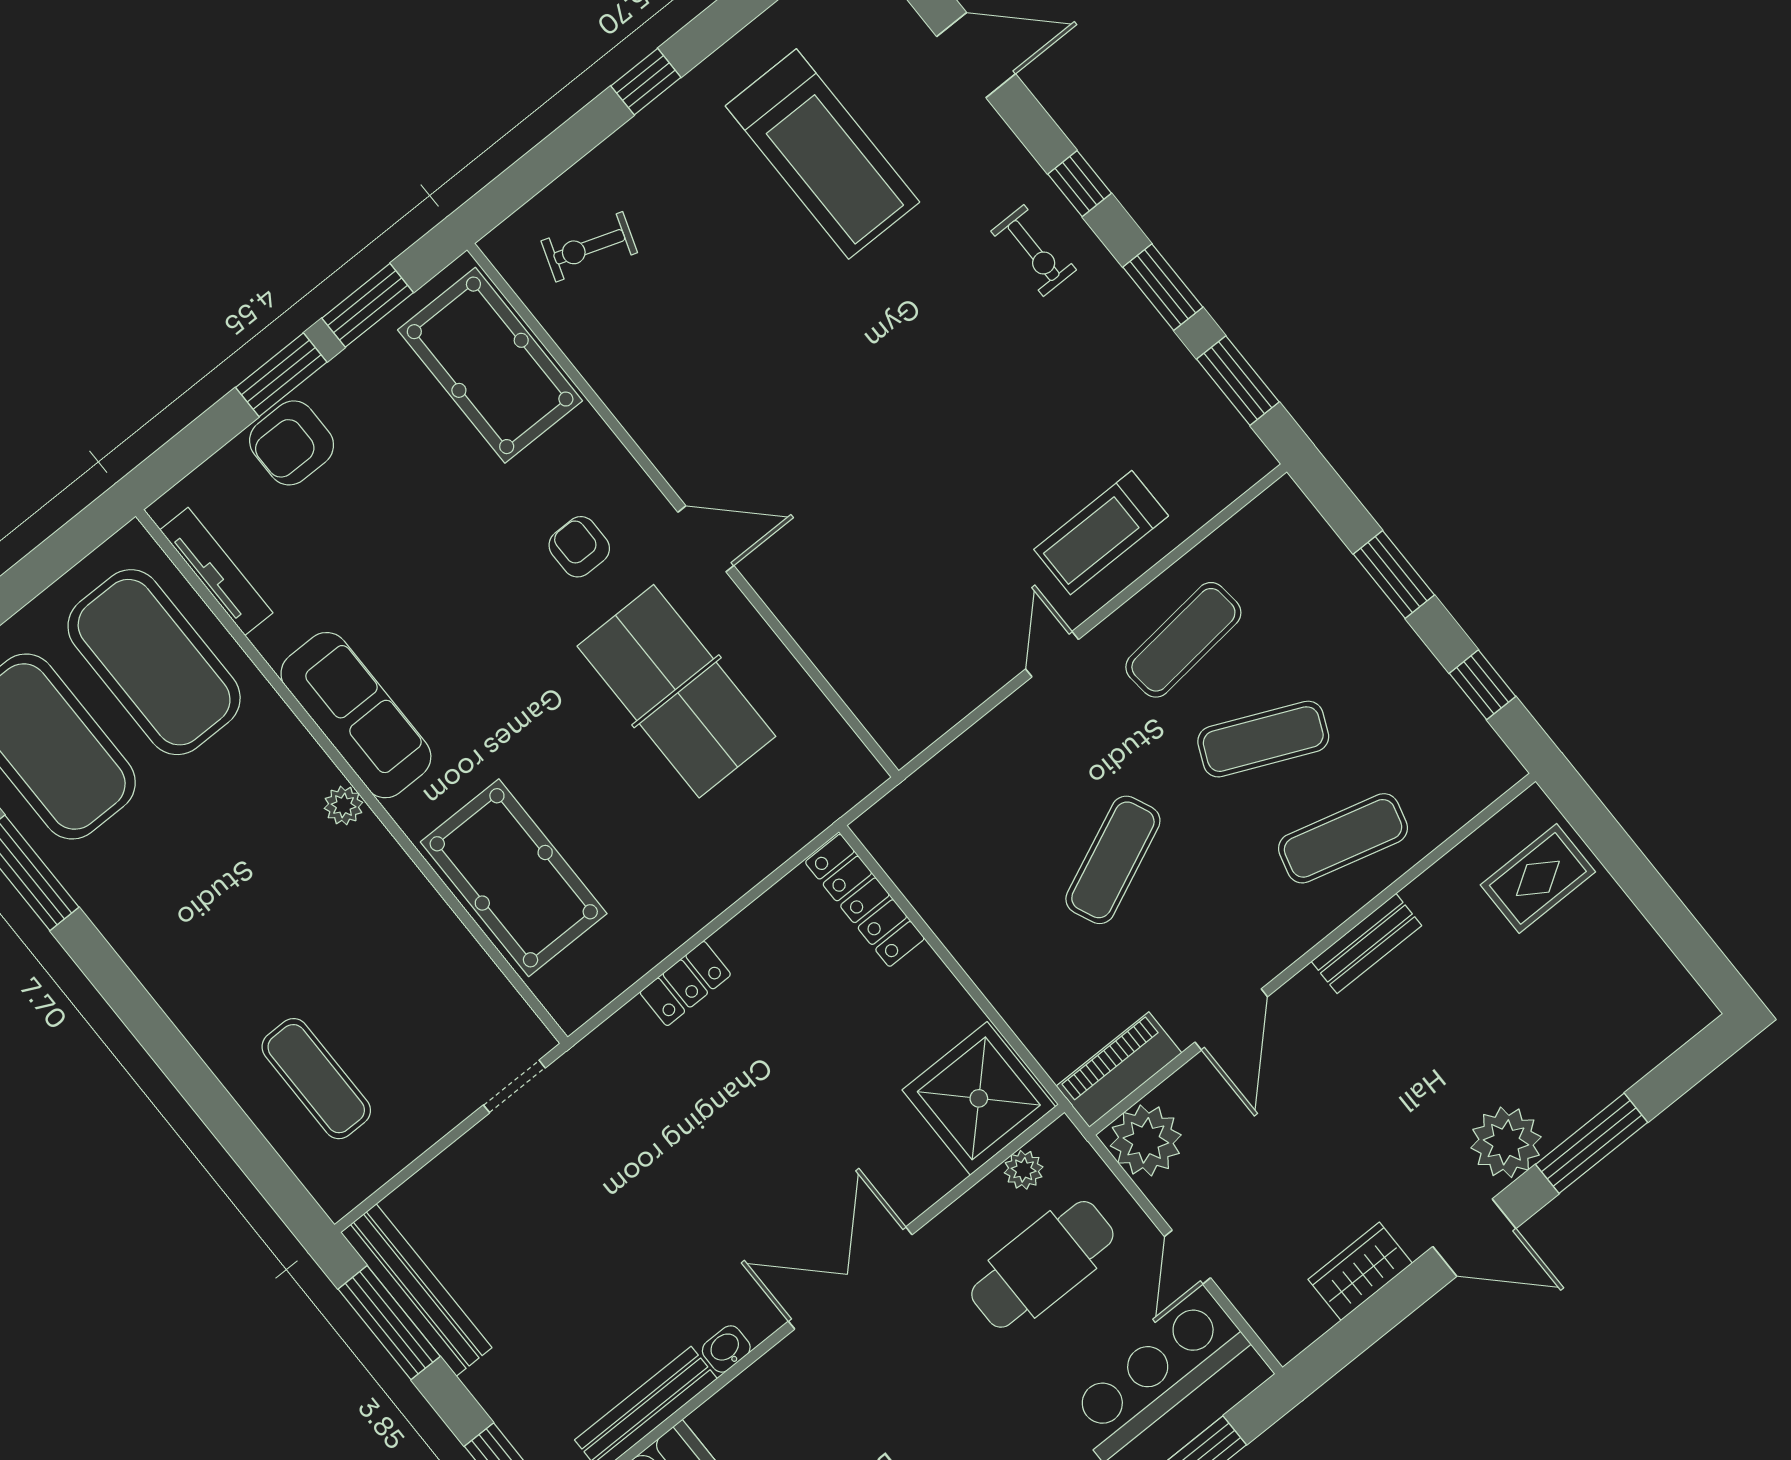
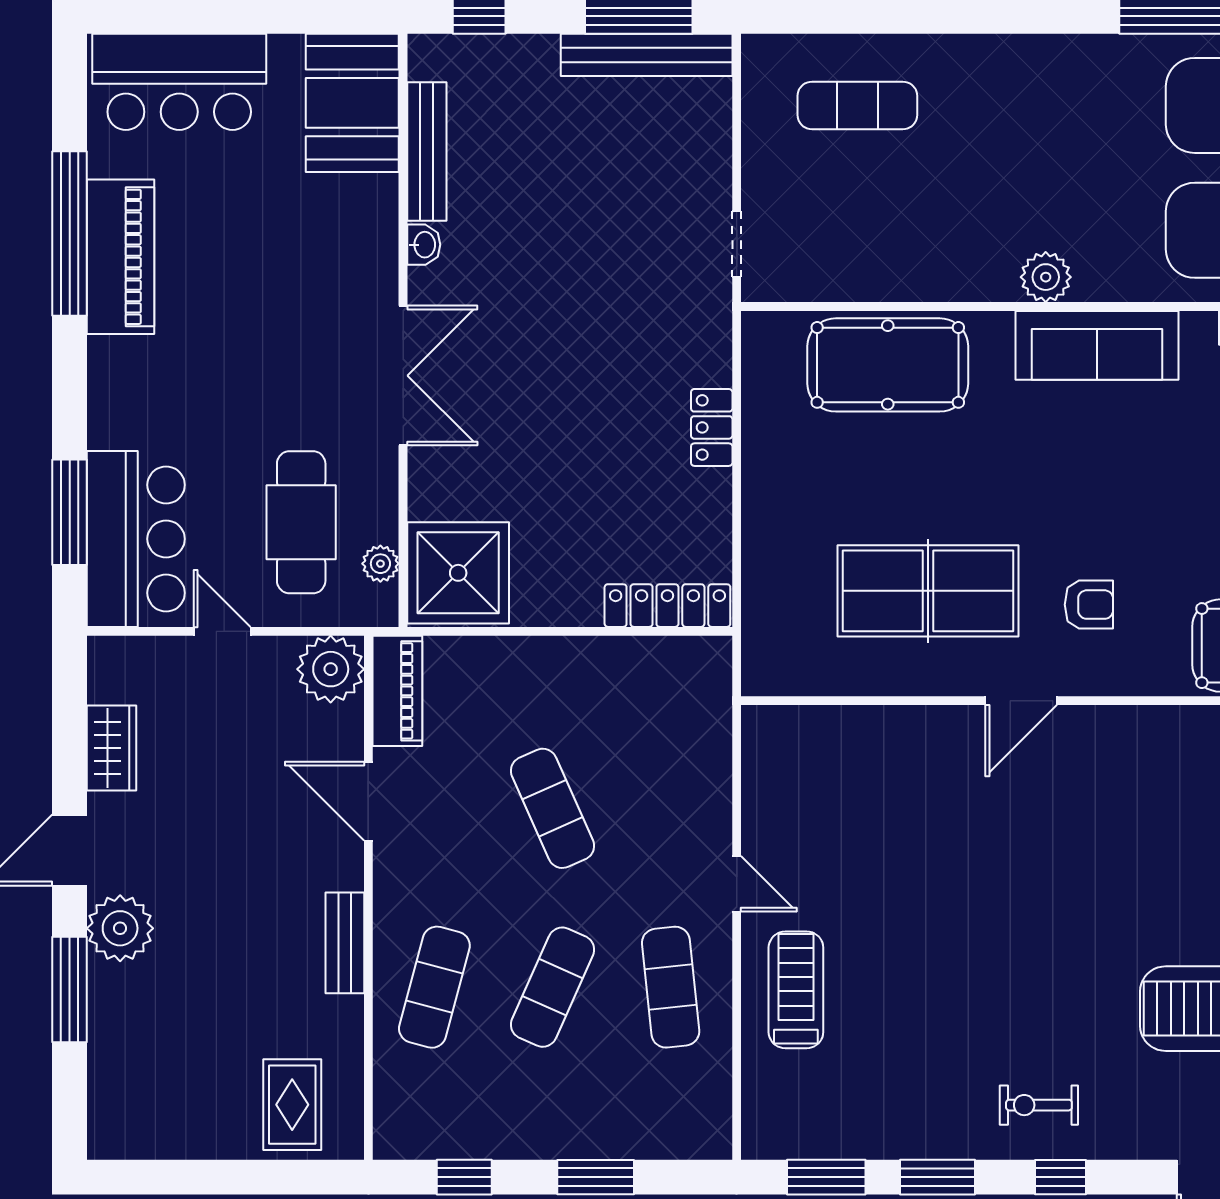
plant: (344, 805) -> (1046, 277), width x1.38, depth x1.38

